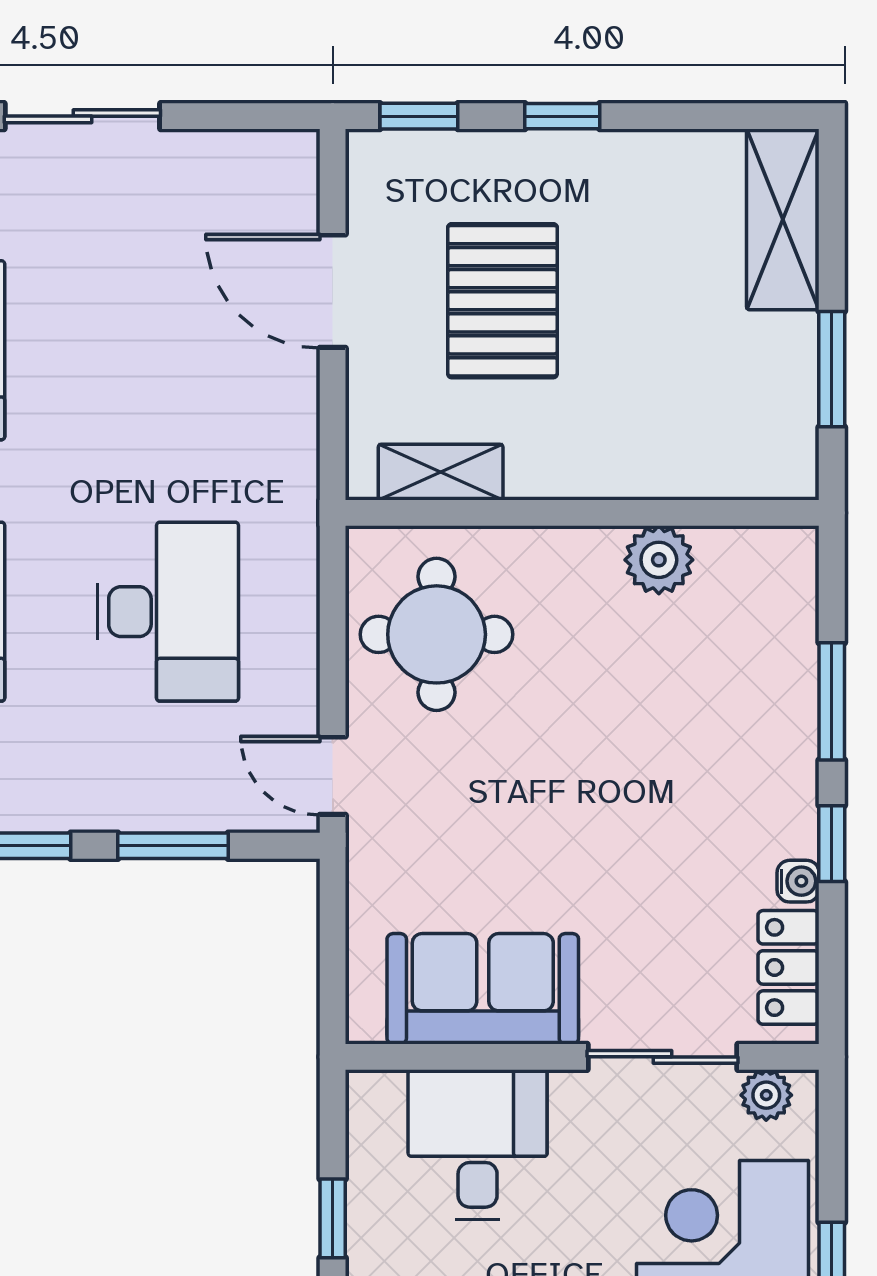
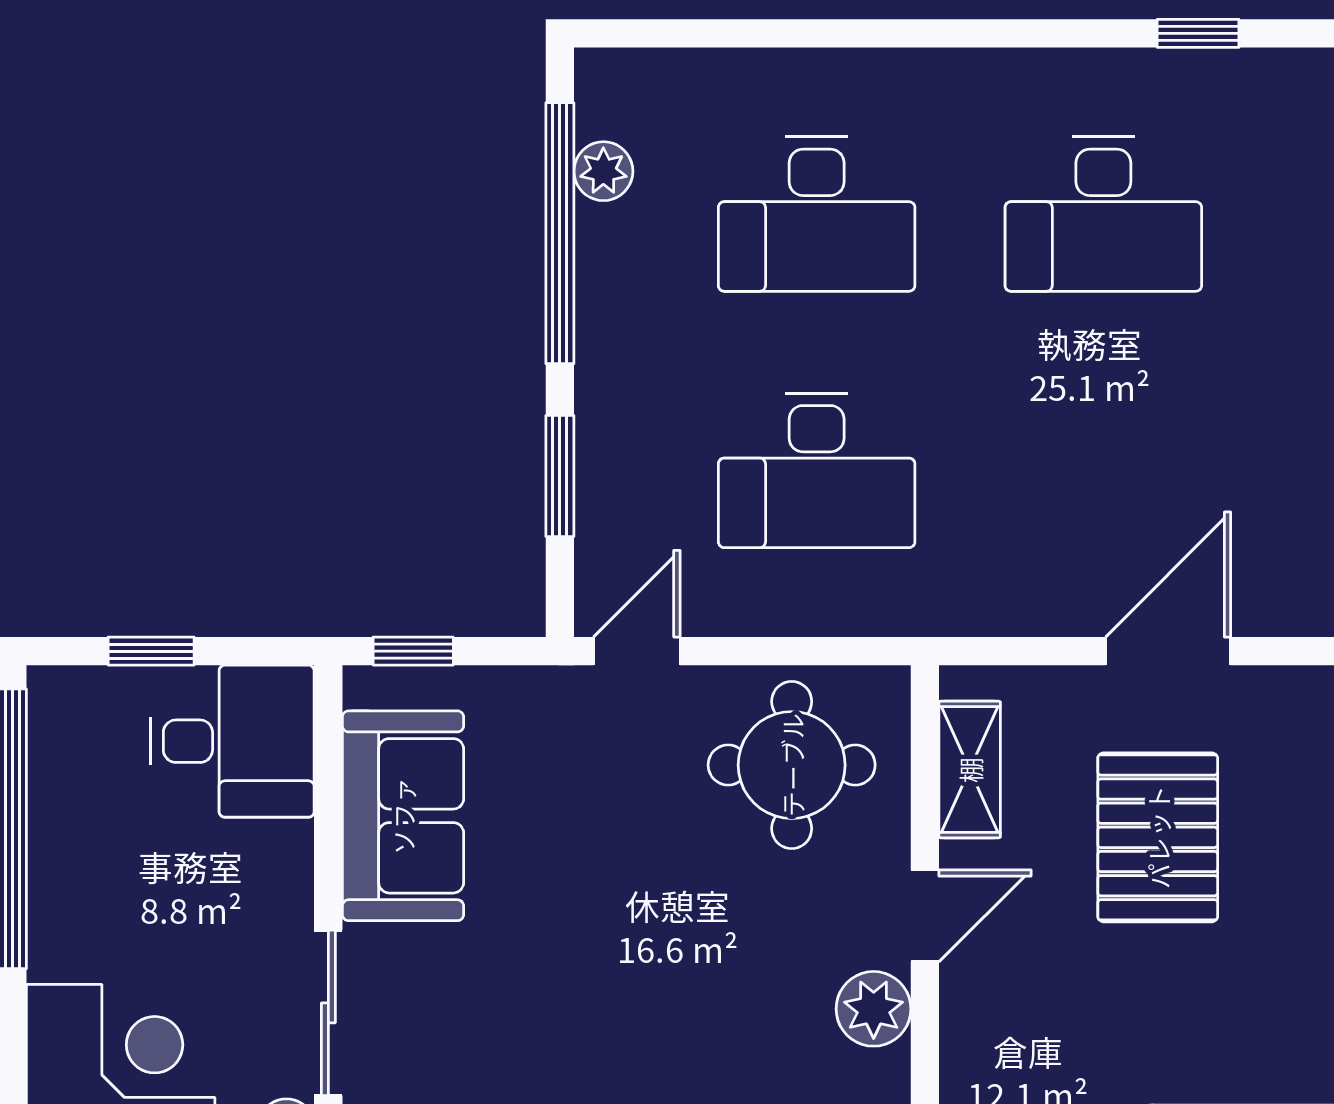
pallet: (502, 301) -> (1158, 837), turned 90
door: (574, 513) -> (925, 916), added
window: (333, 979) -> (413, 651), added
desk: (478, 1144) -> (232, 741), moved

